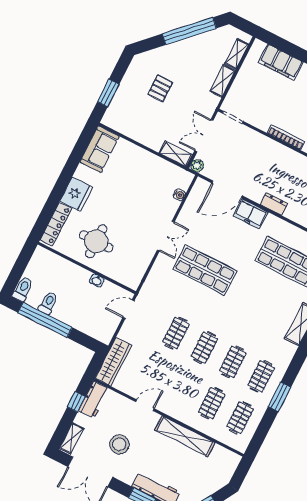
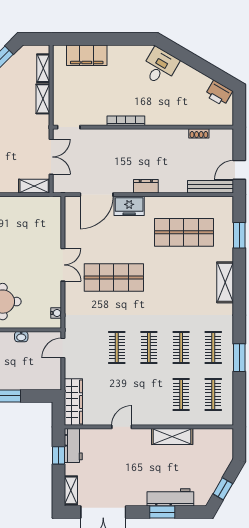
double door: (204, 136) -> (51, 157), swing flipped
plant: (197, 166) -> (59, 187), removed
water cooler: (179, 195) -> (56, 313), moved
shelving: (185, 436) -> (172, 437), width x0.68
stool: (119, 444) -> (117, 474), removed

